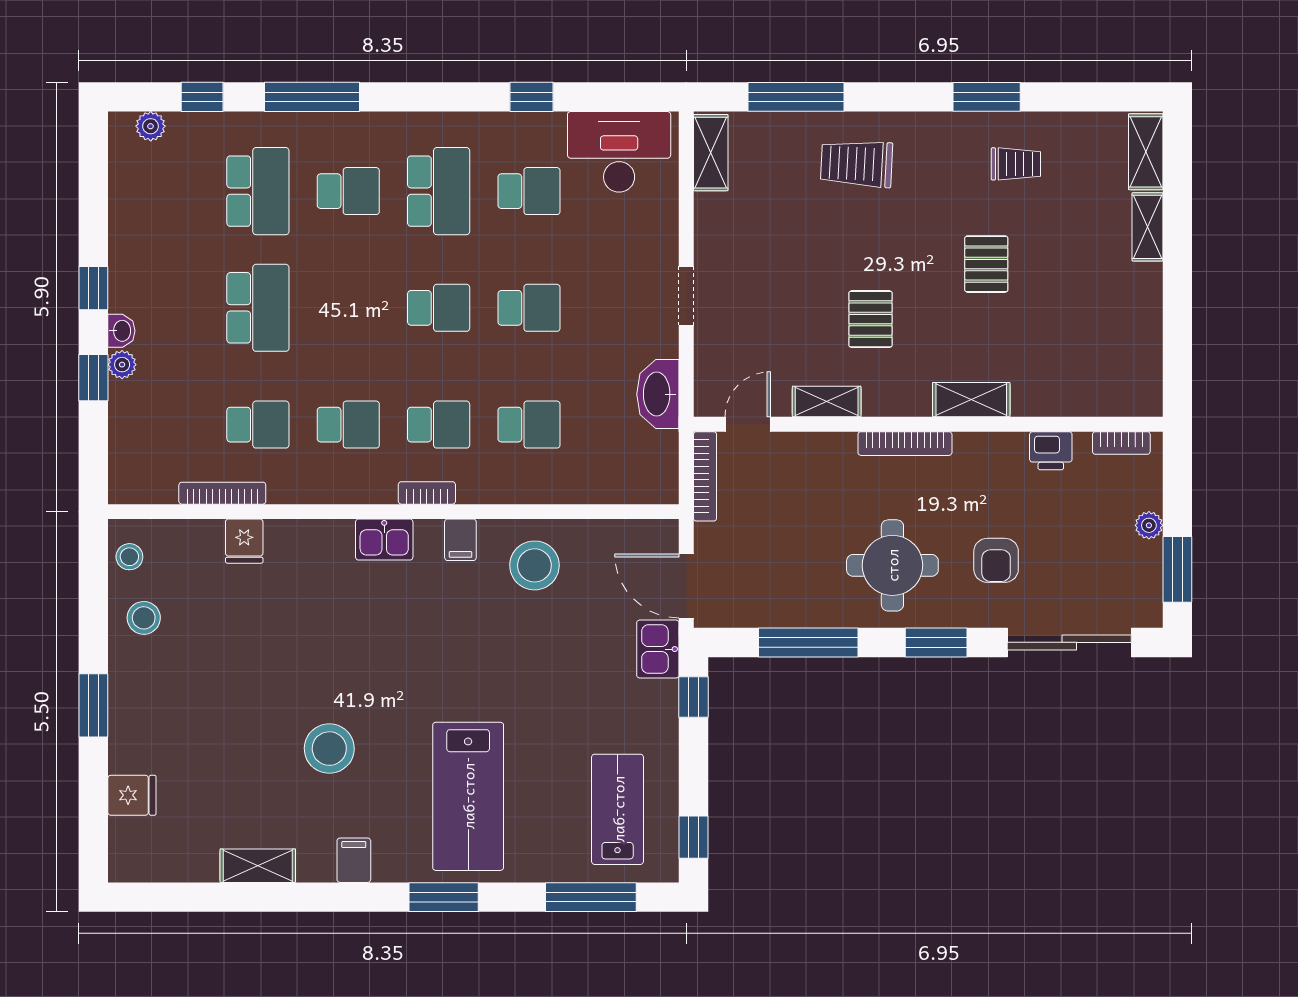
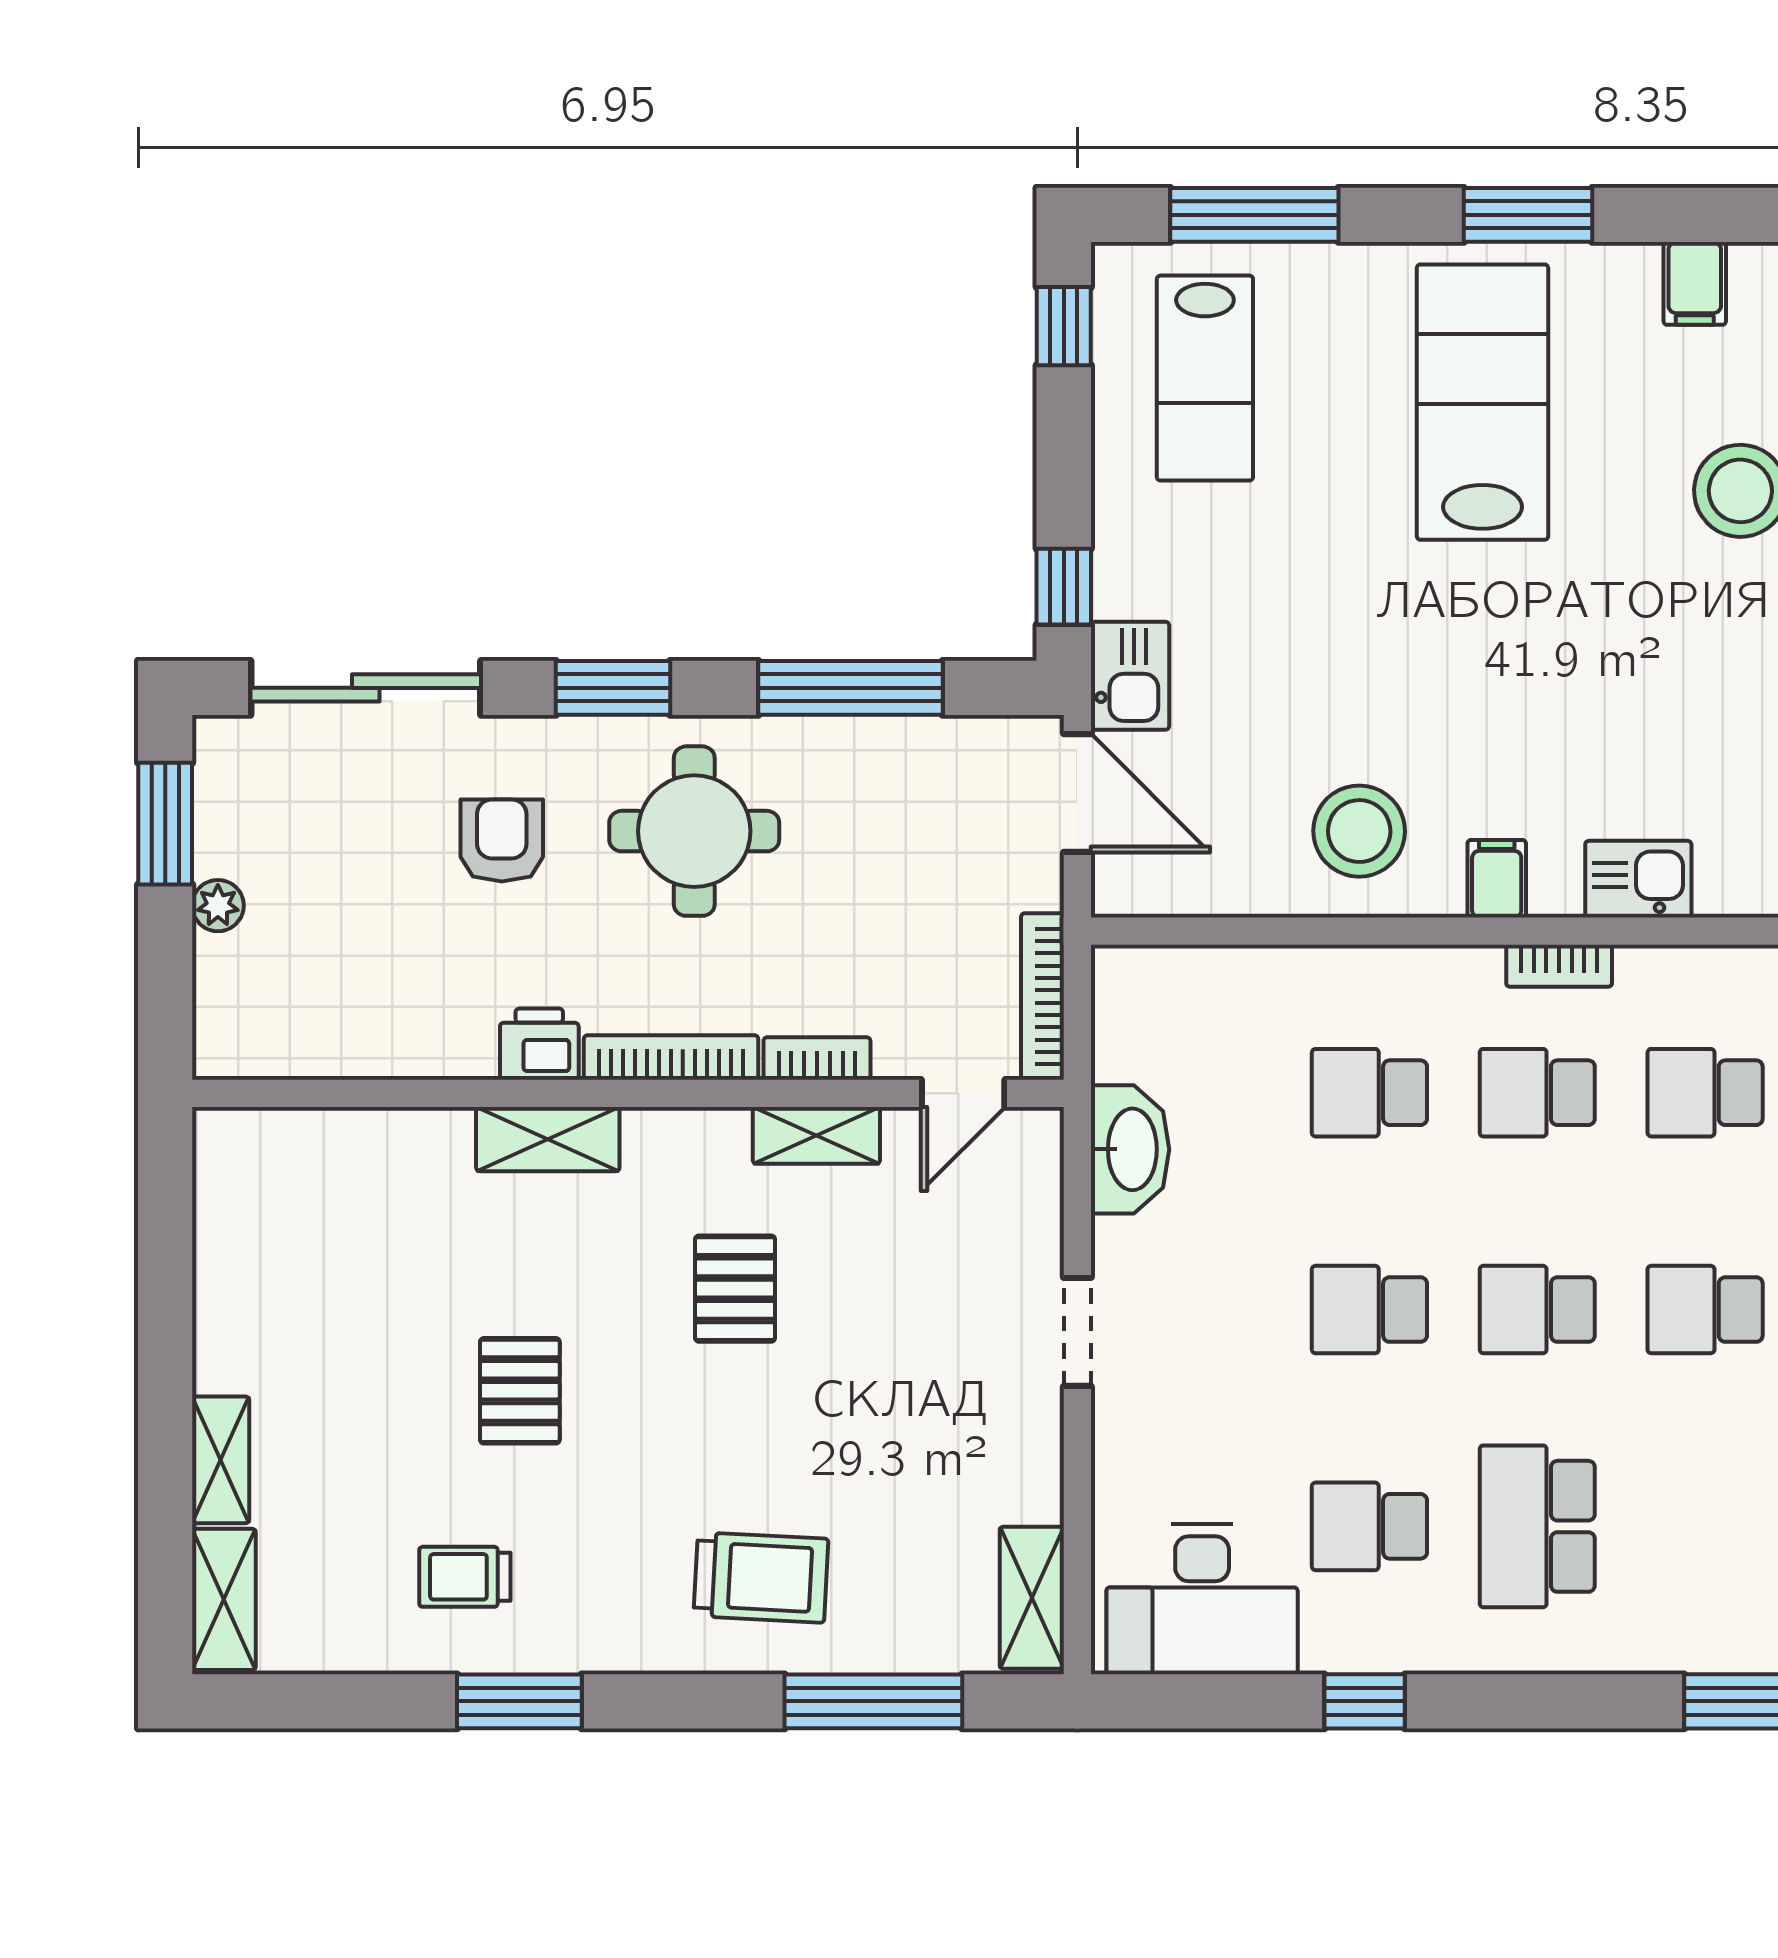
school desk: (348, 191) -> (1705, 1310), moved
bookcase: (1121, 443) -> (817, 1058), moved
printer: (1051, 451) -> (539, 1044), moved

